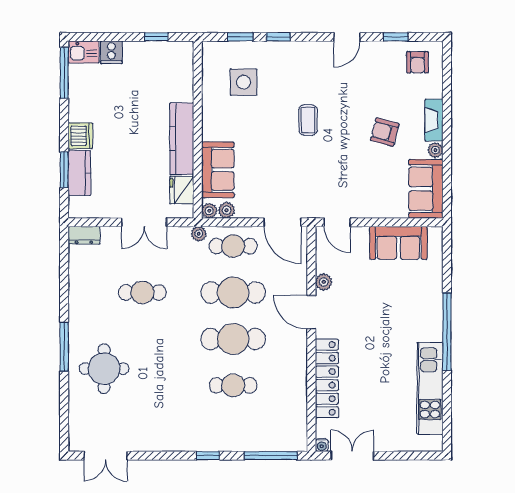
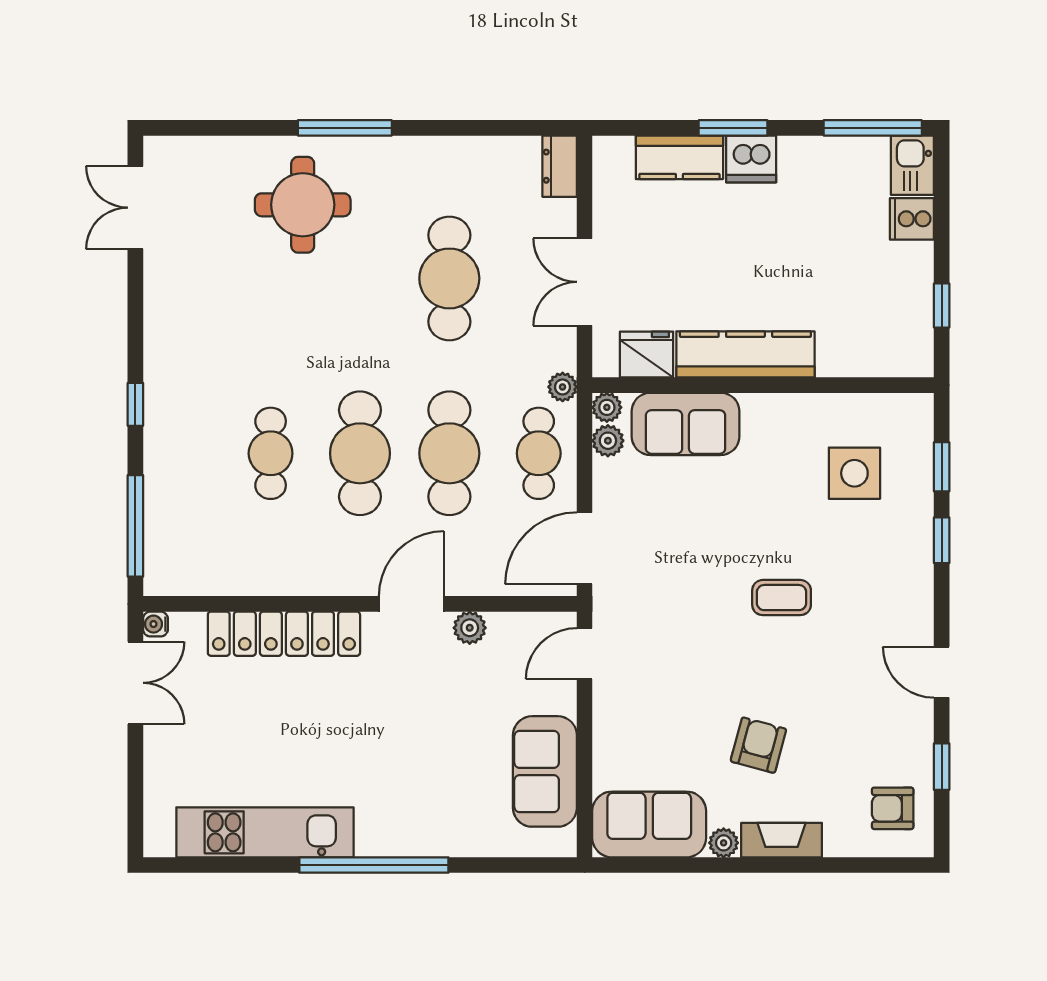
window: (64, 170) -> (733, 128), moved
cafe table: (142, 293) -> (449, 278), width x1.37, depth x1.35

